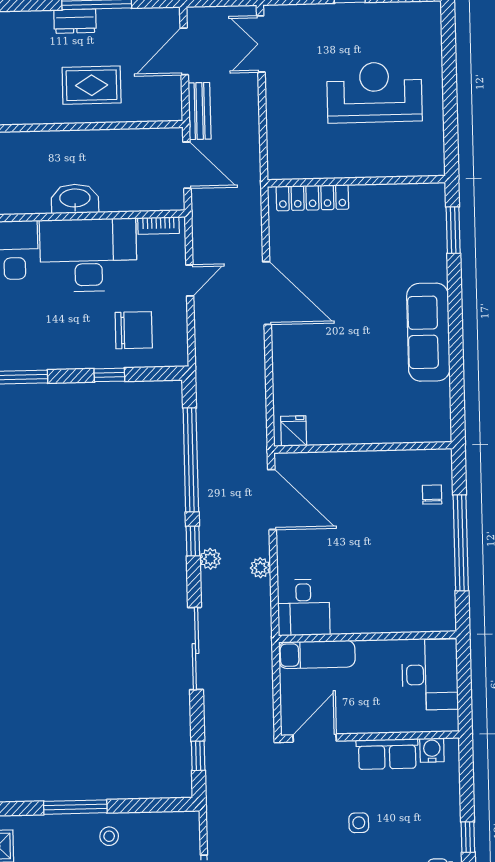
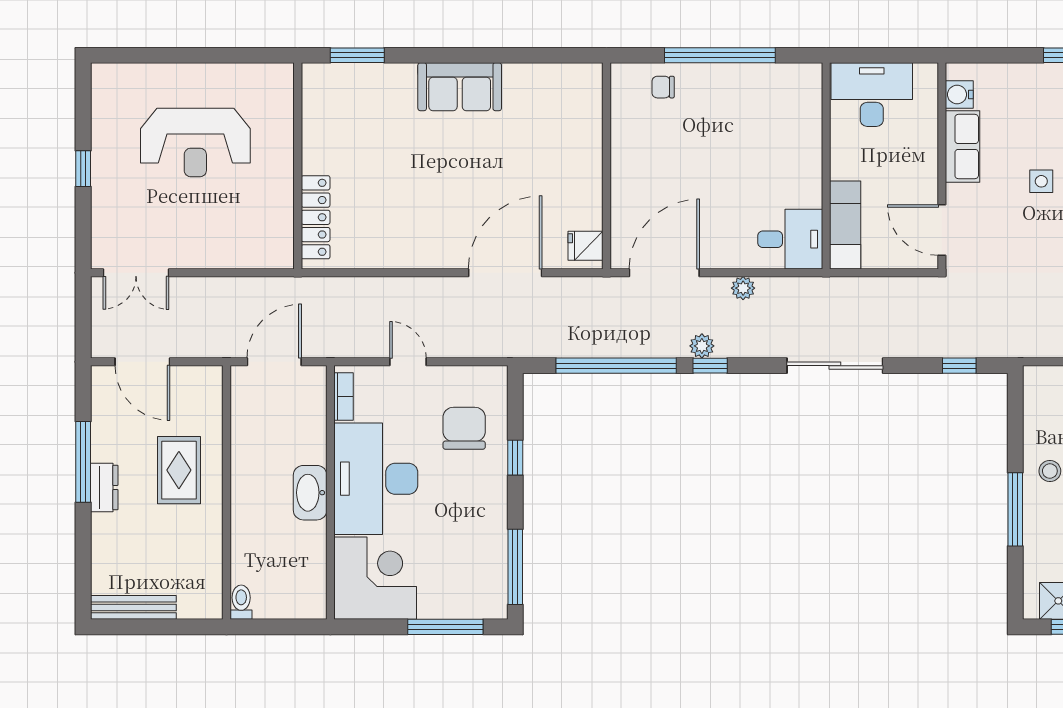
reception desk: (374, 92) -> (195, 143), turned -90
bench: (200, 111) -> (212, 346), removed
door: (267, 293) -> (505, 273), moved
sofa: (428, 332) -> (460, 87), width x0.73
plant: (210, 559) -> (702, 346), moved

